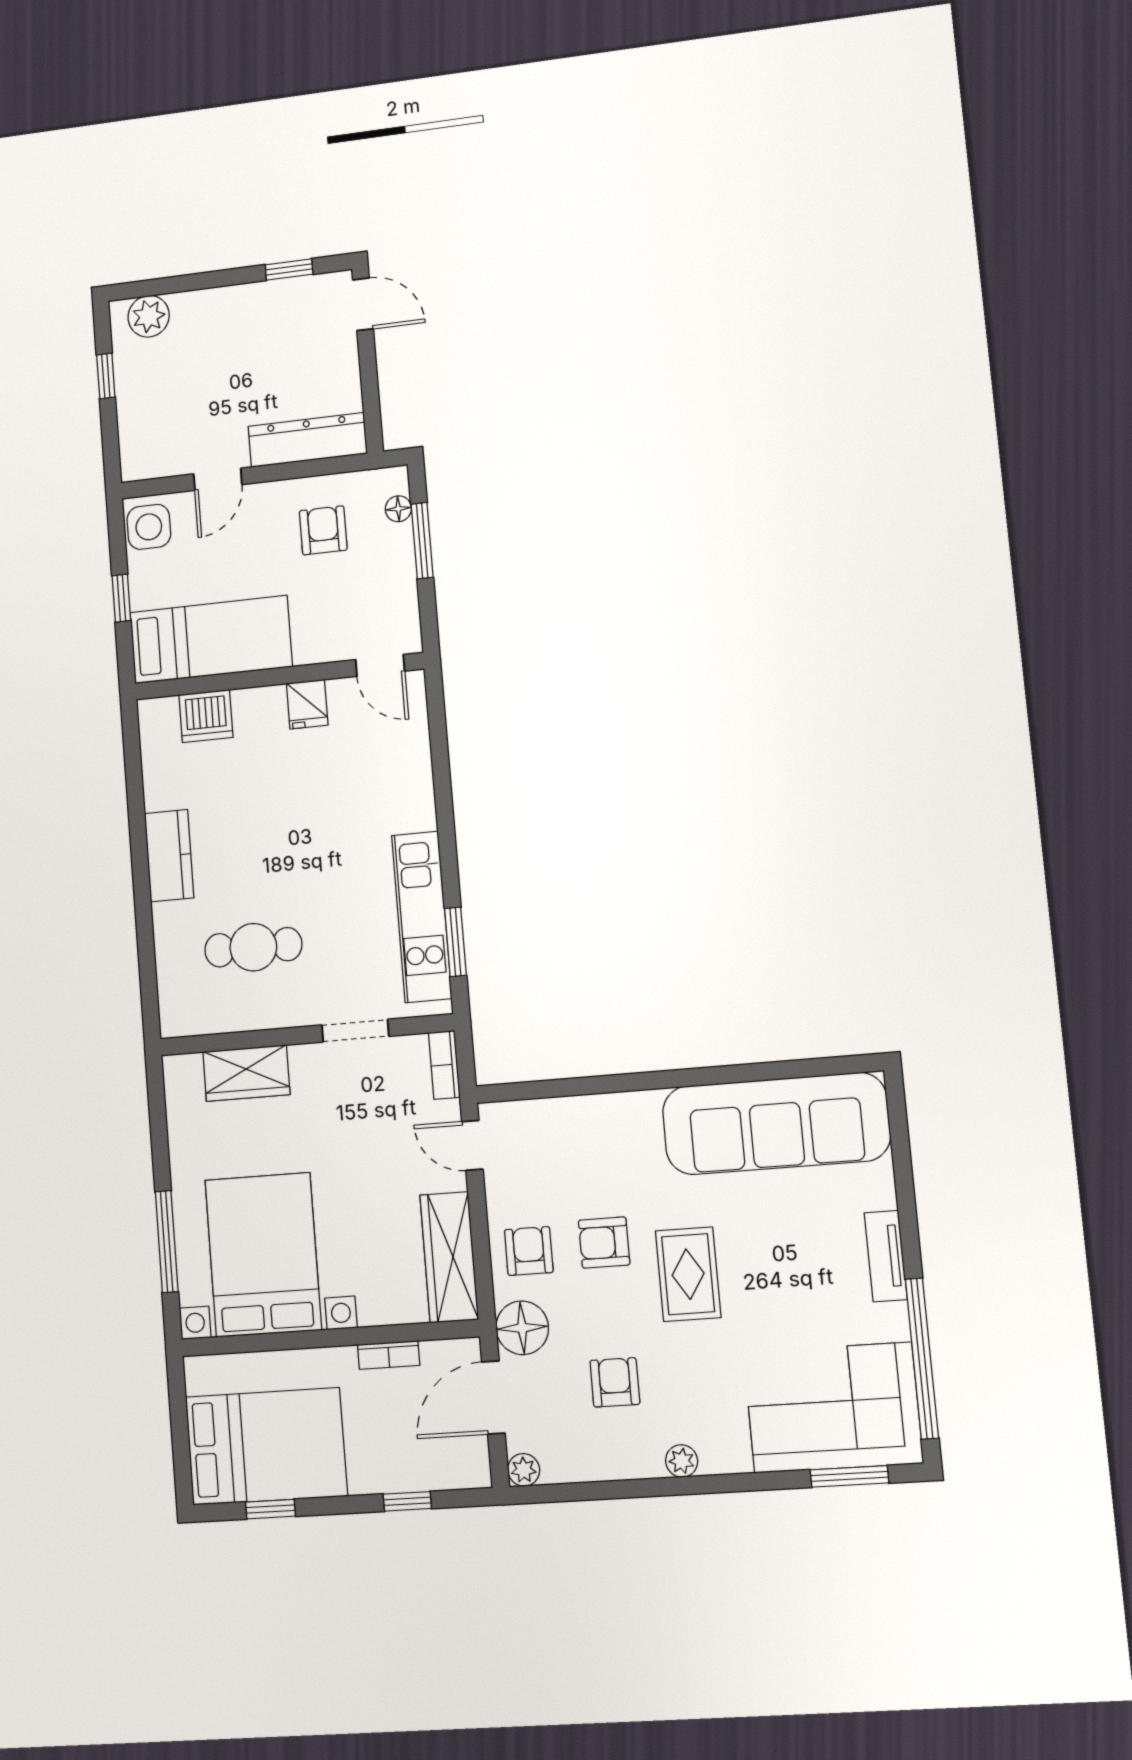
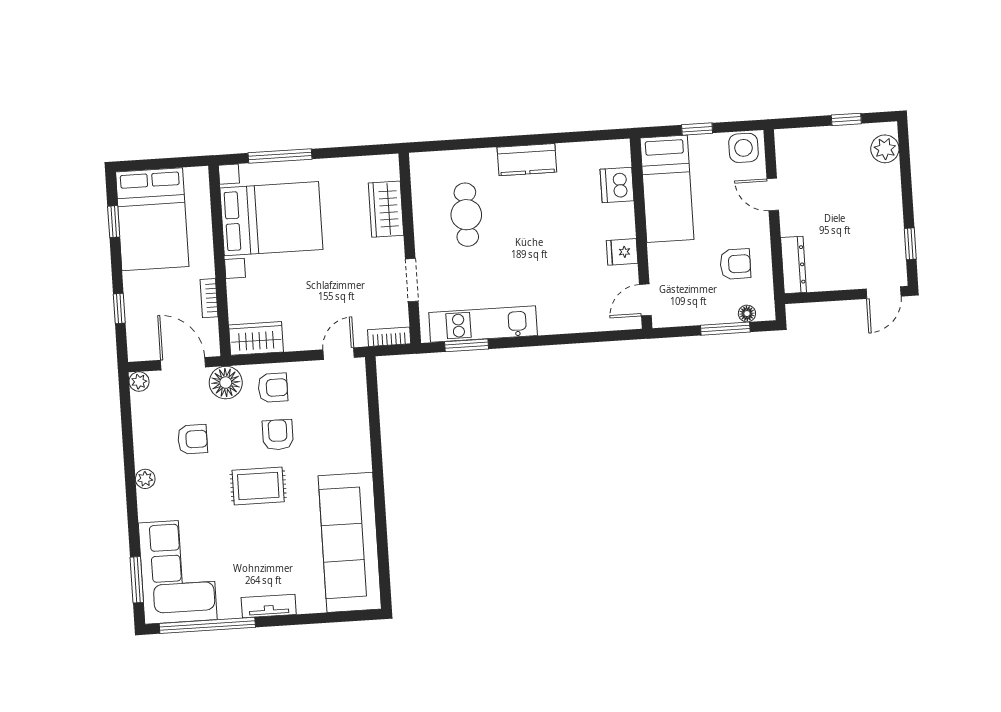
dresser: (307, 440) -> (794, 265), width x0.73, depth x0.80
wardrobe: (449, 1257) -> (256, 338), width x0.67

